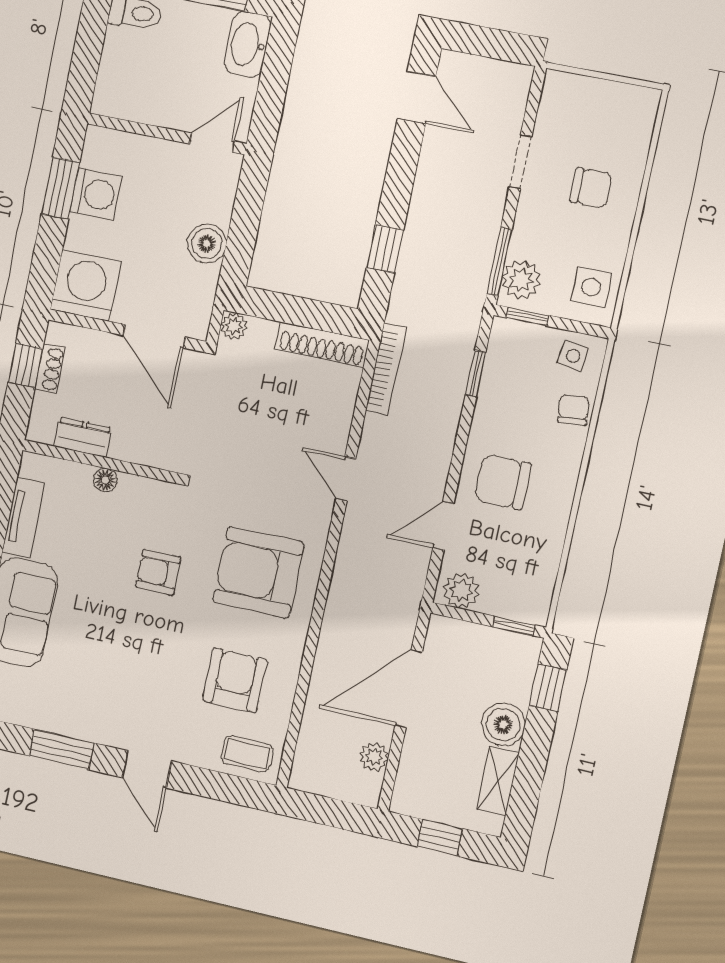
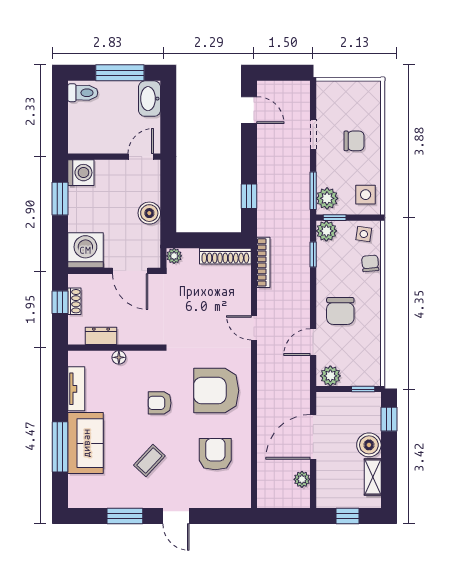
washing machine: (96, 194) -> (81, 173), moved
plant: (508, 337) -> (326, 231), added
chair: (503, 482) -> (340, 311), turned -90
coffee table: (247, 754) -> (149, 461), moved, turned -47

